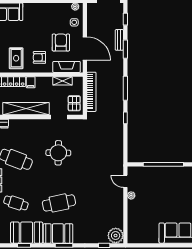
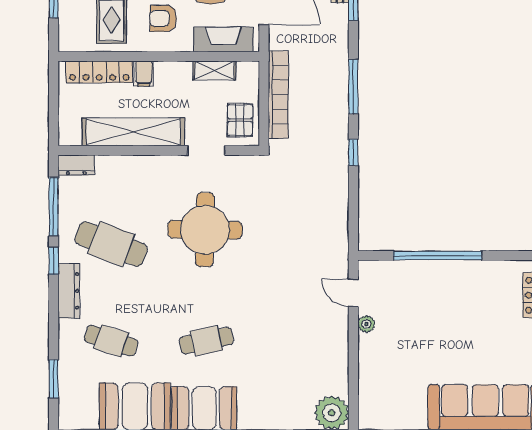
round table: (58, 153) -> (205, 230), width x1.36, depth x1.36
cafe table: (59, 203) -> (206, 341), width x0.73, depth x0.74

